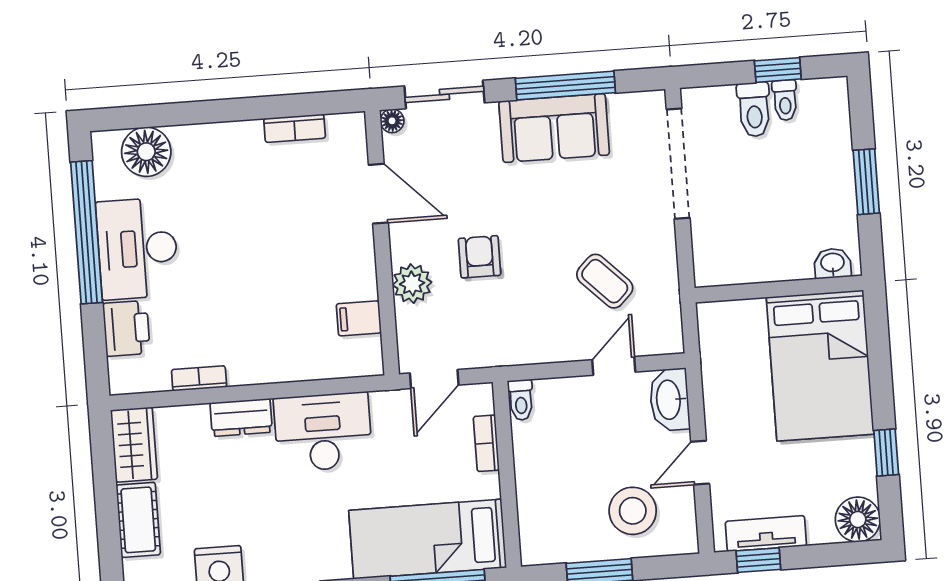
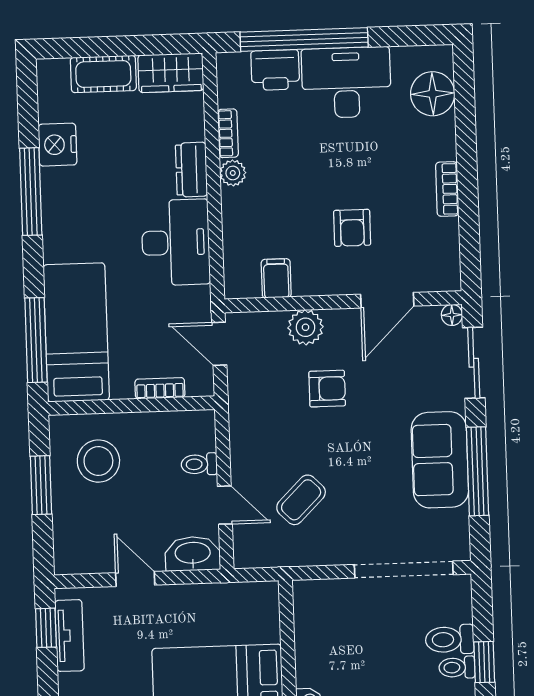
bookcase: (295, 128) -> (447, 189), moved
window: (87, 232) -> (304, 40), moved
armchair: (299, 236) -> (352, 228), added
plant: (243, 371) -> (233, 173), added
toilet: (521, 400) -> (199, 464), moved
stool: (633, 511) -> (98, 461), moved

